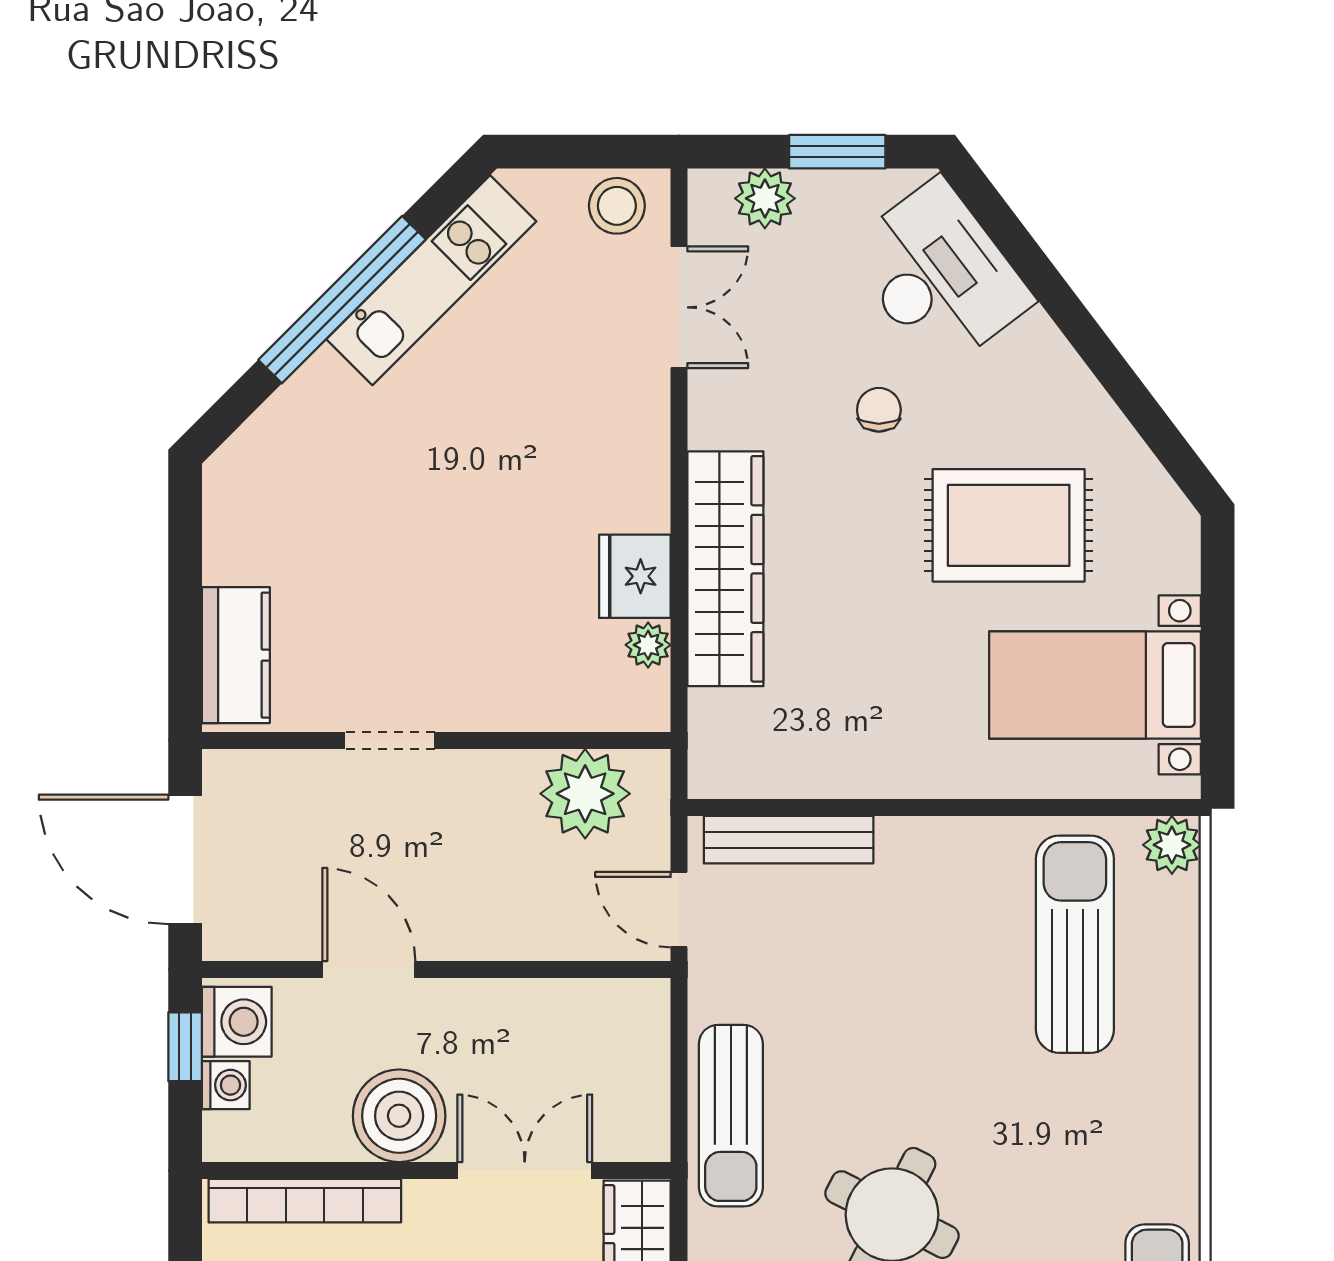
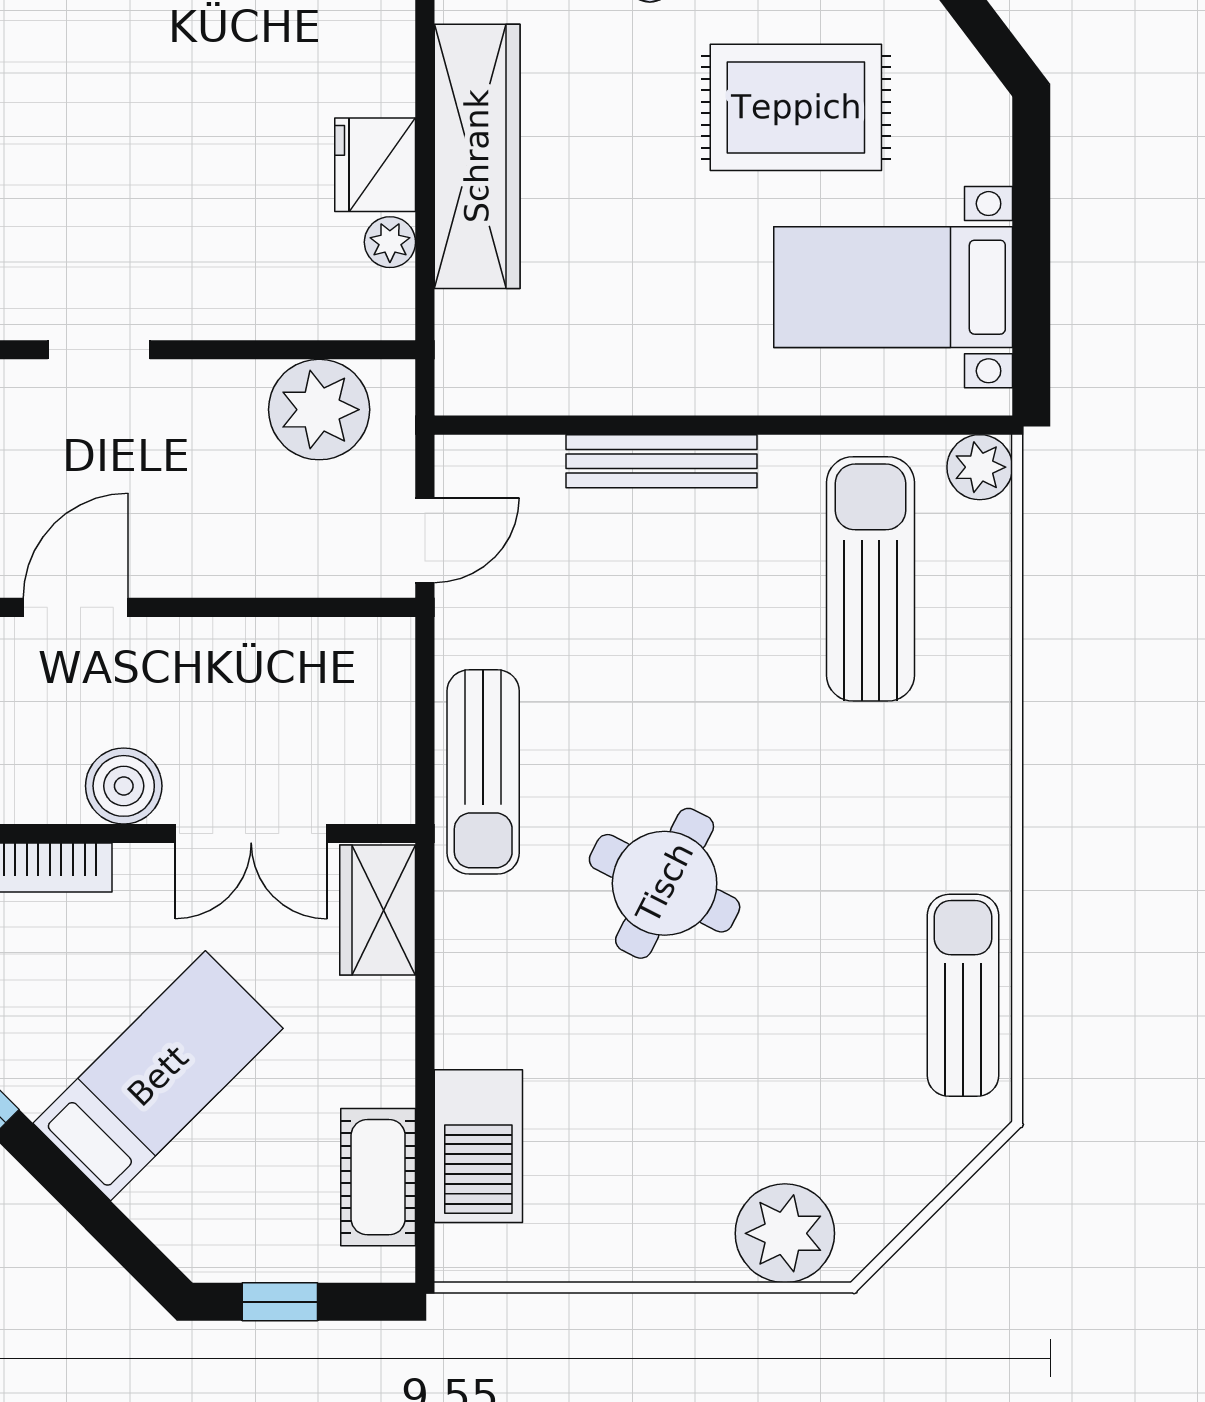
bench: (789, 840) -> (661, 461), moved
door: (679, 910) -> (425, 540), swing flipped
door: (369, 969) -> (76, 607), hinge flipped
boiler: (399, 1116) -> (124, 786), width x0.73, depth x0.73
double door: (525, 1170) -> (251, 834), swing flipped

